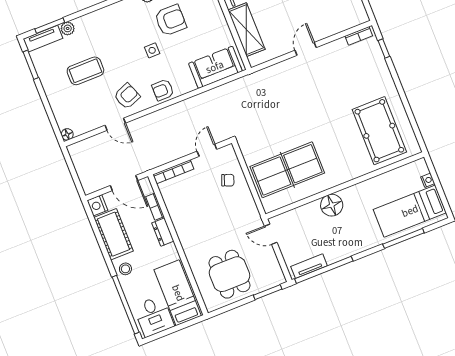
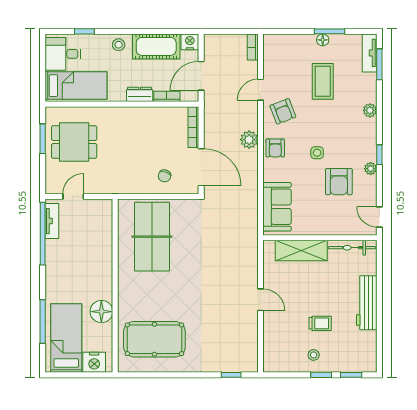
plant: (68, 28) -> (370, 110), moved
bookcase: (359, 36) -> (253, 47), moved
window: (31, 65) -> (330, 31), moved
armchair: (163, 90) -> (275, 148), turned 180
plant: (165, 117) -> (249, 140), added
floor lamp: (67, 134) -> (323, 40), moved
door: (207, 150) -> (201, 167), width x1.88
nightstand: (428, 180) -> (94, 362), width x1.89, depth x1.79
floor lamp: (332, 205) -> (101, 312), moved
door: (271, 234) -> (73, 196), moved
window: (268, 292) -> (43, 139), moved
window: (126, 305) -> (84, 31), width x0.32

